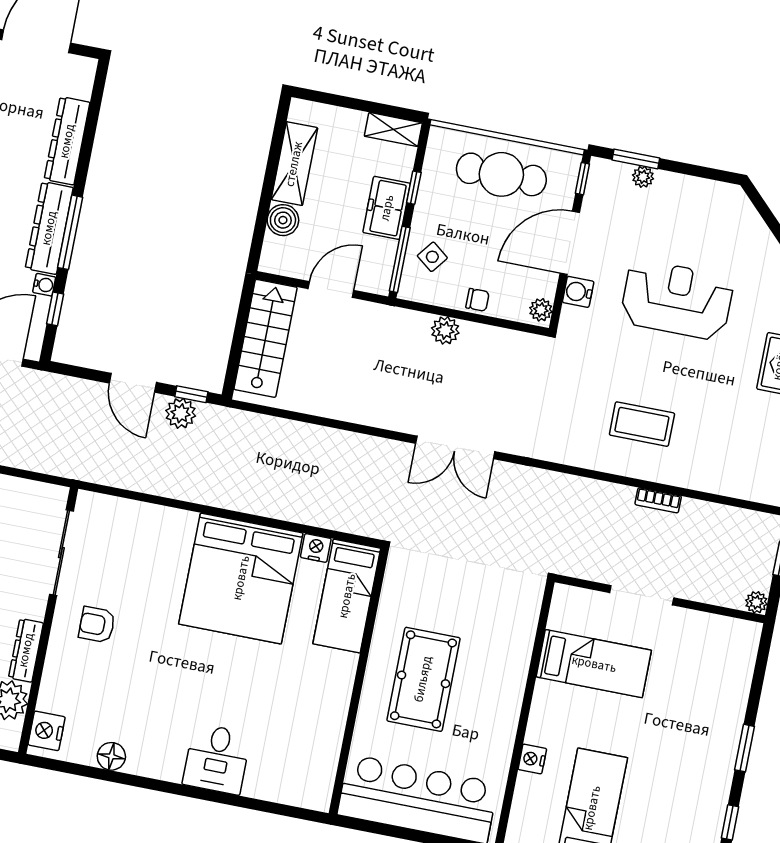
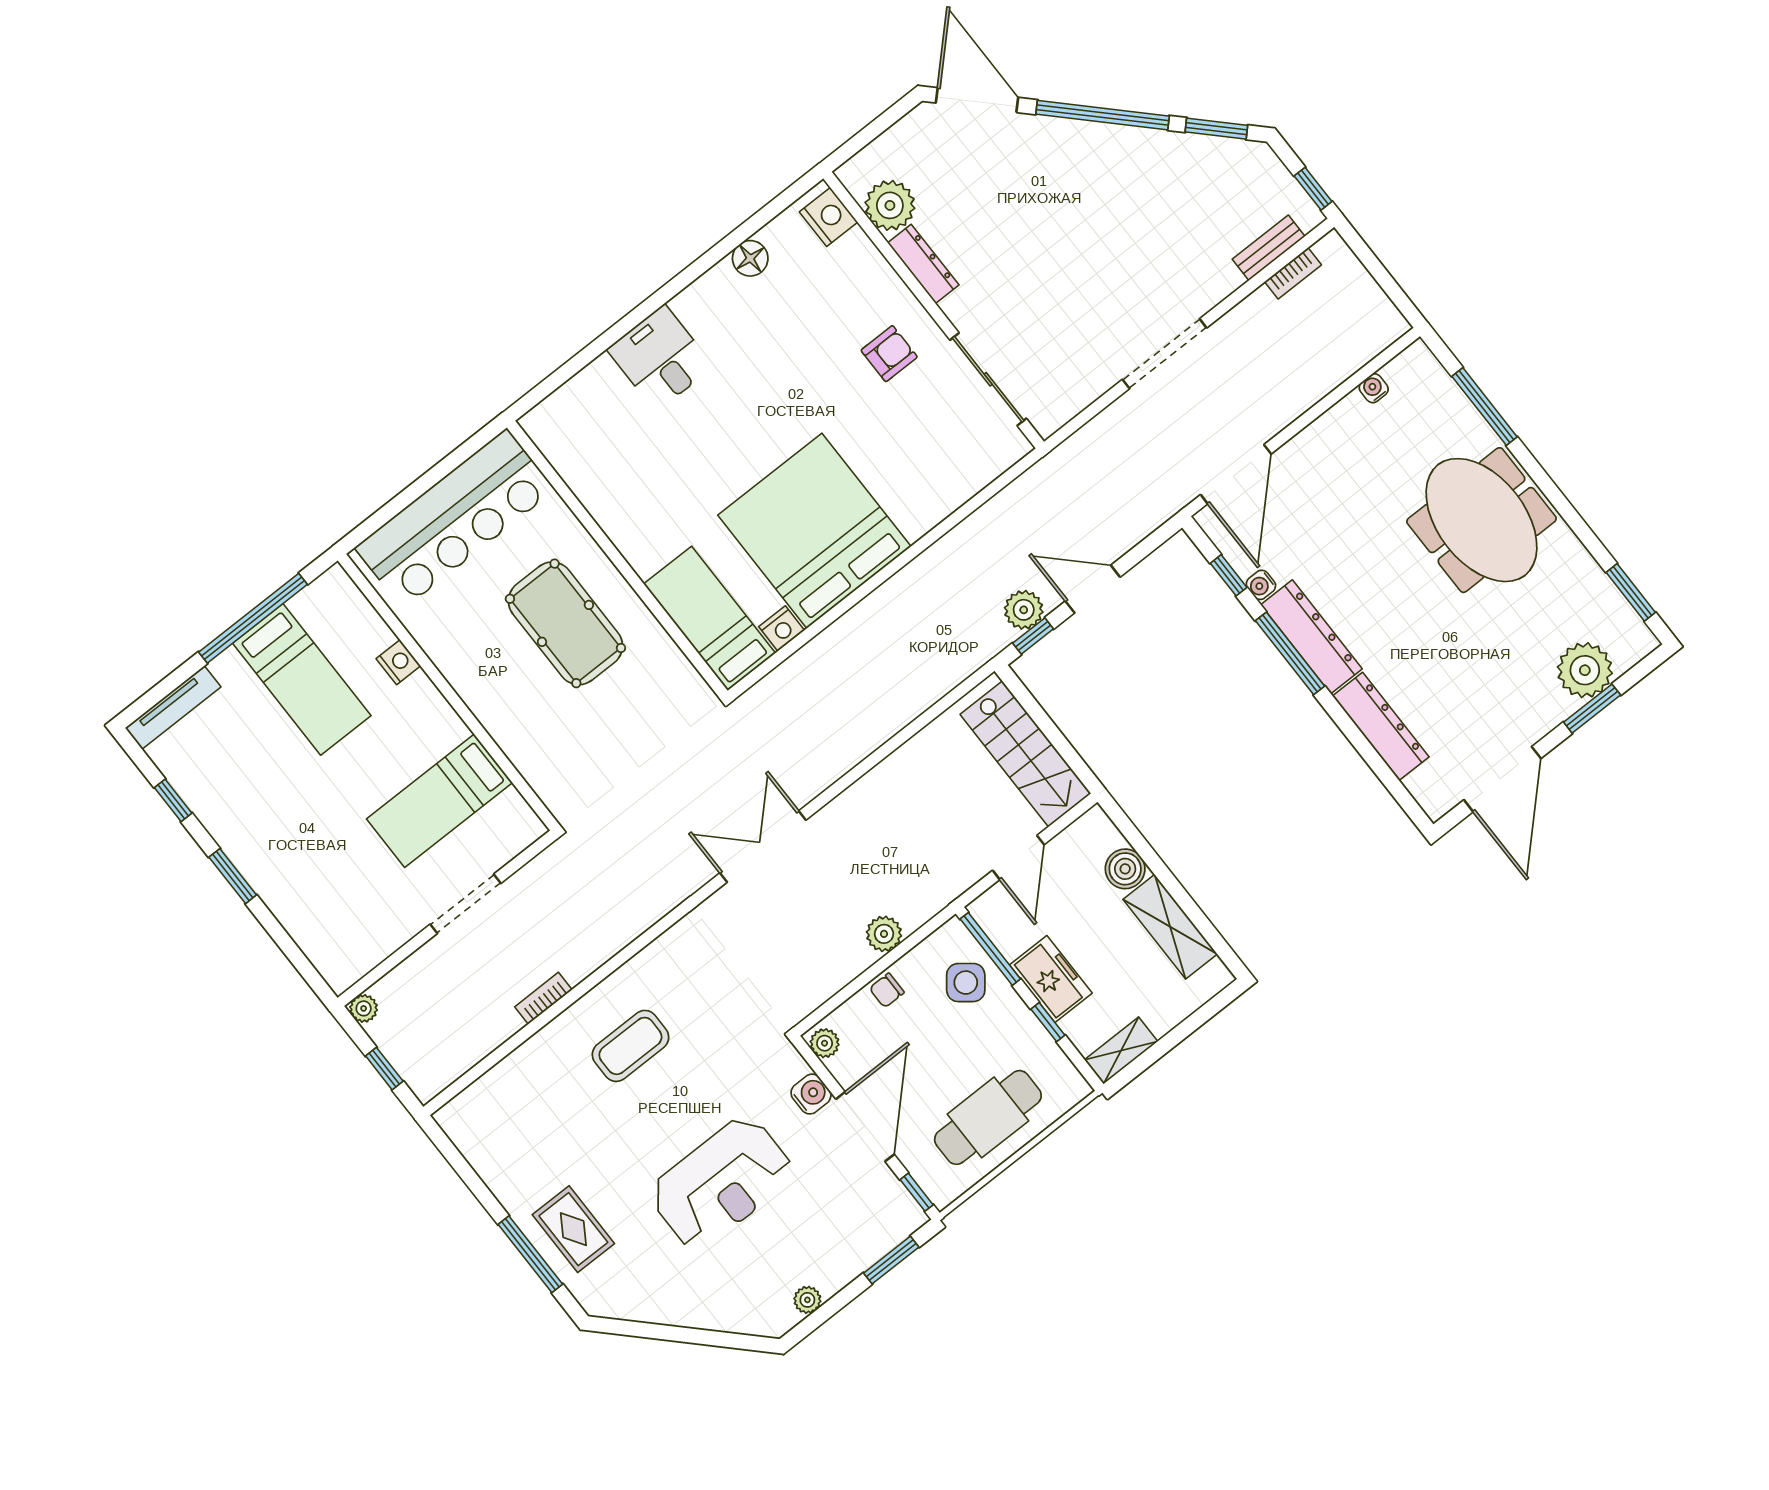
plant: (643, 177) -> (807, 1300), moved
side table: (432, 257) -> (966, 983), width x1.37, depth x1.37

